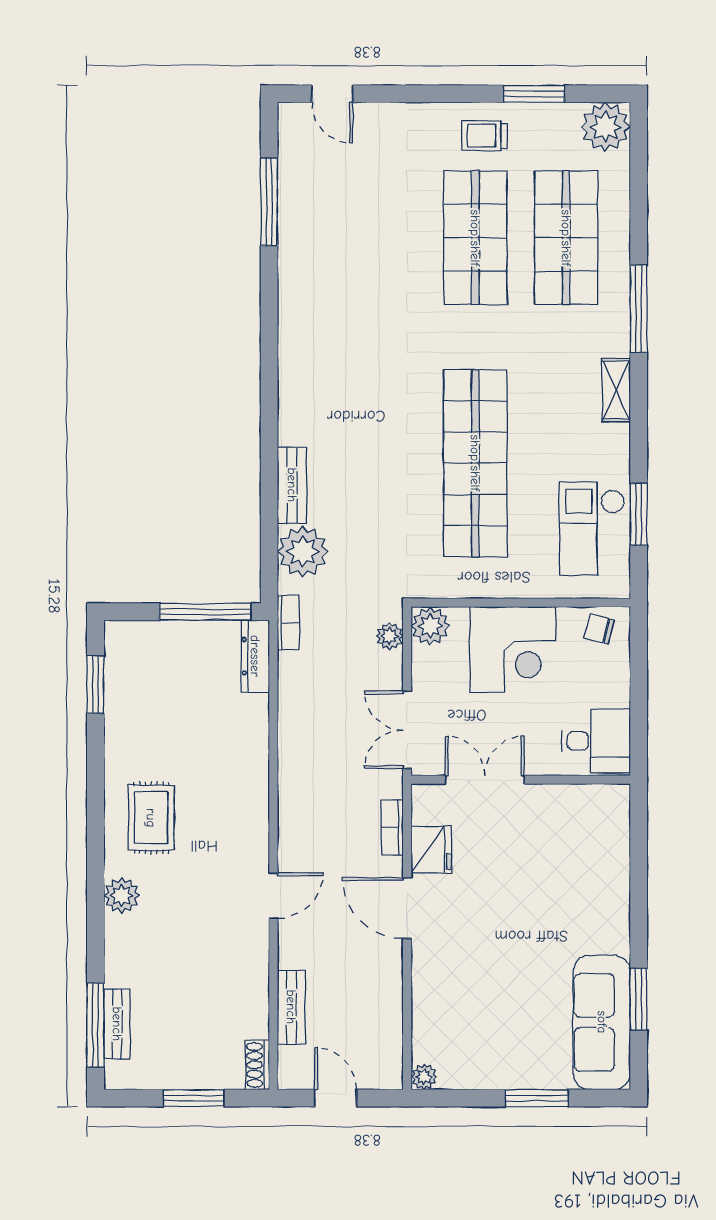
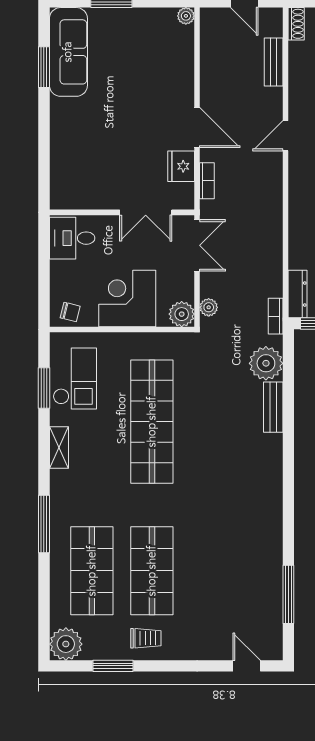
shelving: (616, 390) -> (59, 448), moved

